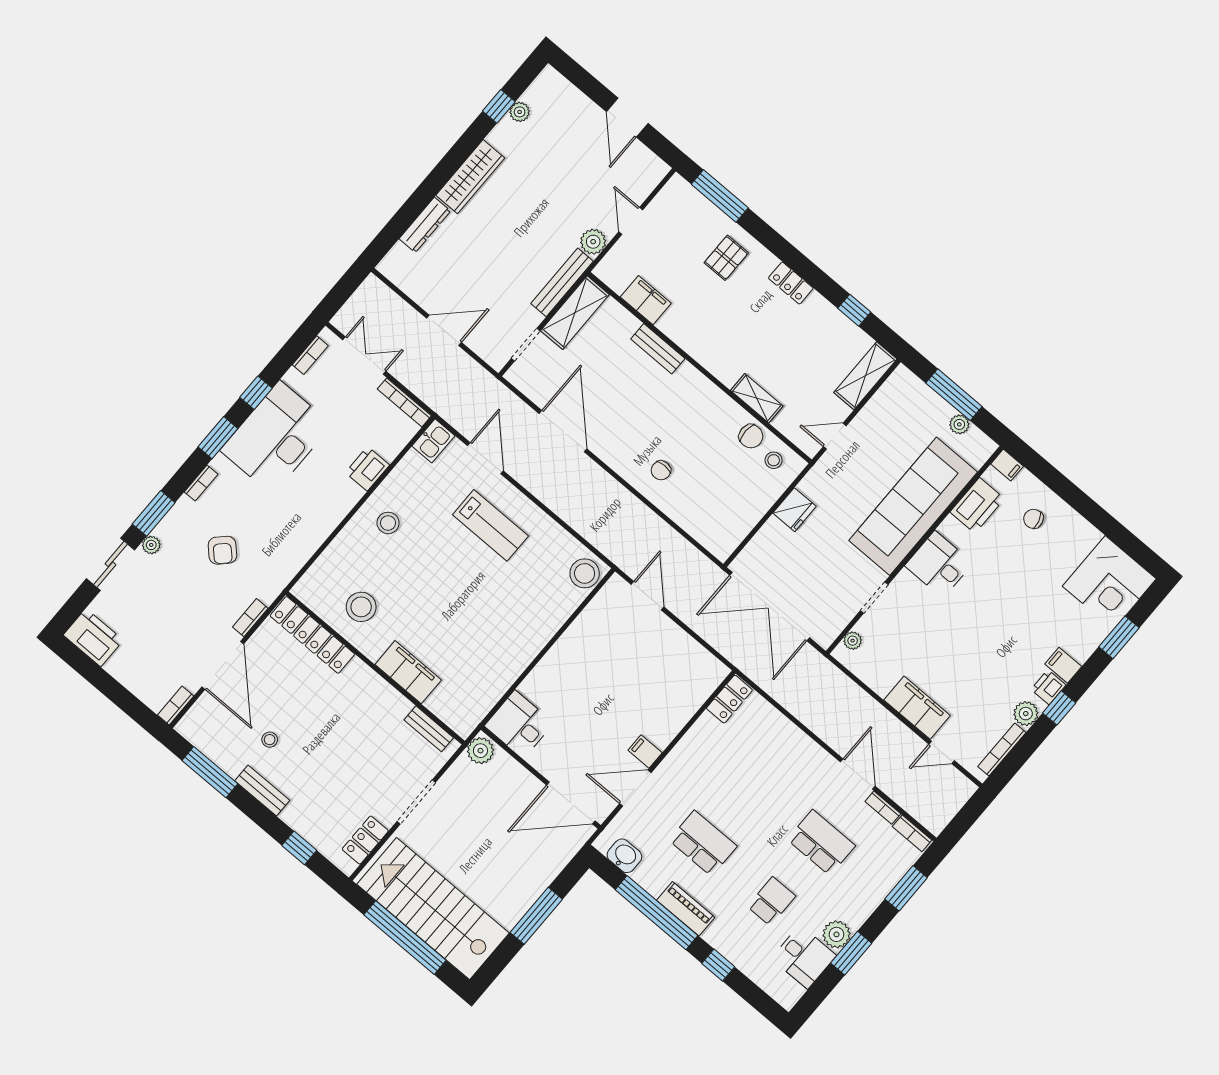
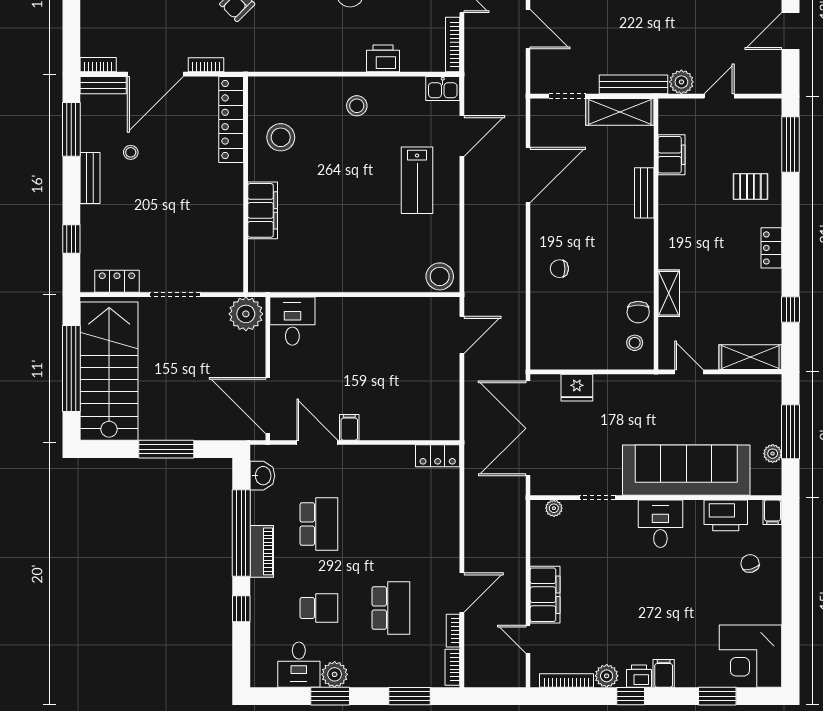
fridge: (794, 510) -> (577, 388), moved
bench: (429, 729) -> (103, 85), moved, turned 90
plant: (480, 751) -> (246, 314), width x1.36, depth x1.36

